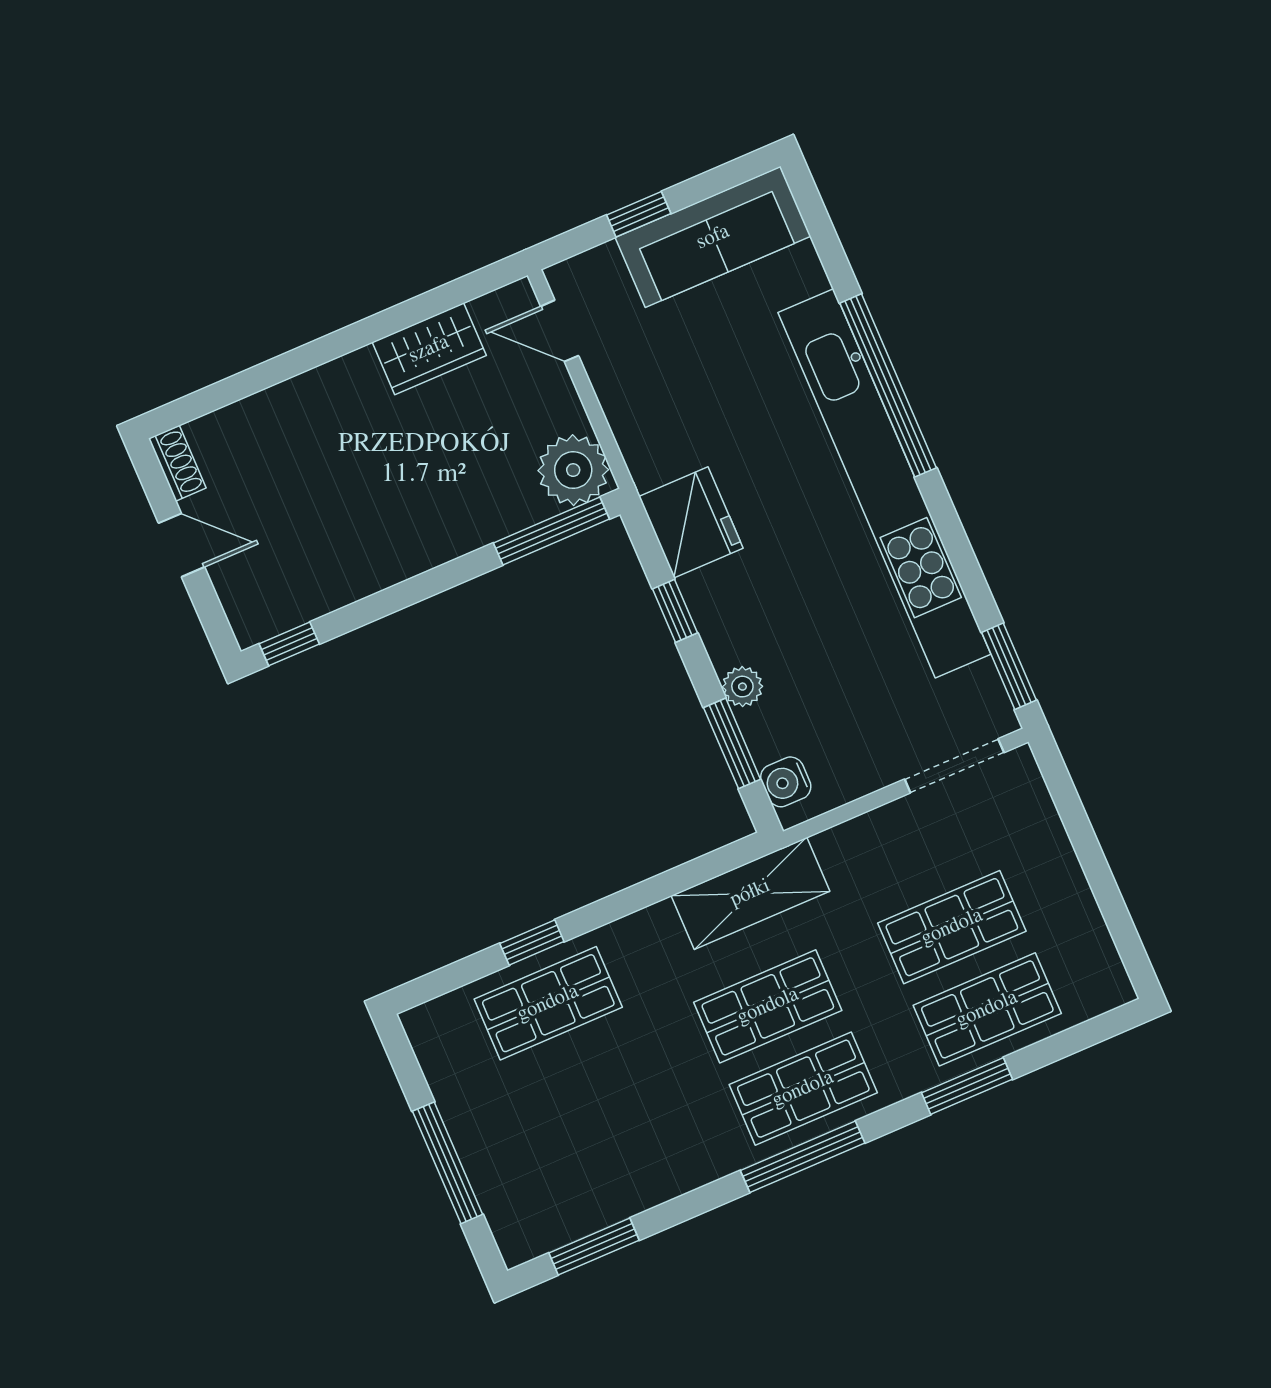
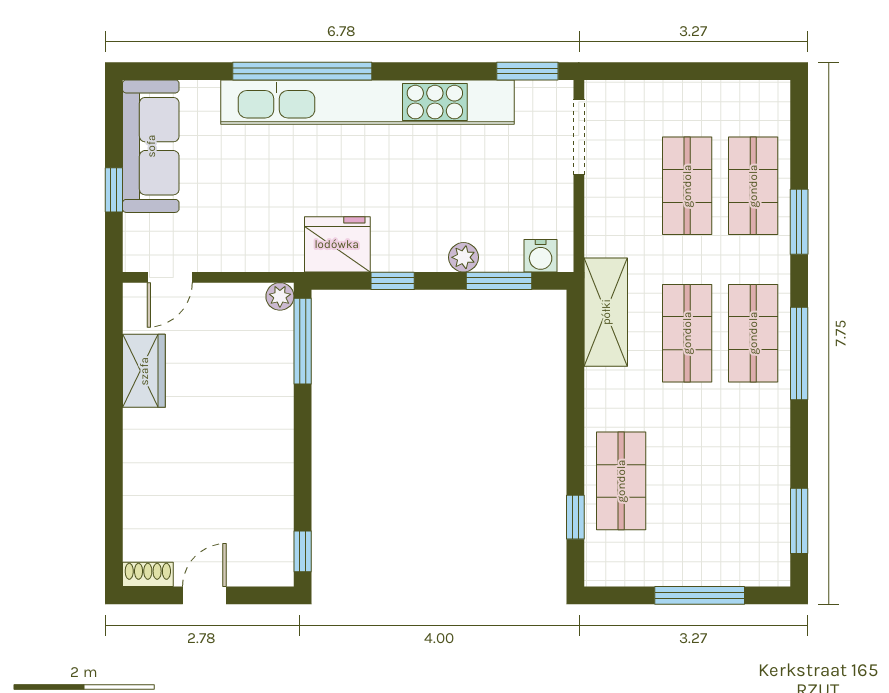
plant: (573, 470) -> (280, 296), width x0.53, depth x0.53
window: (532, 942) -> (575, 517), moved

